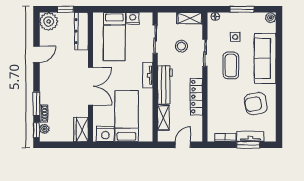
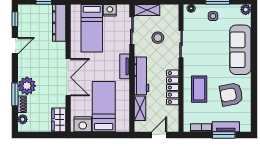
shelving: (190, 18) -> (147, 10), moved
plant: (49, 21) -> (27, 86), moved
side table: (235, 37) -> (213, 16), moved
coffee table: (231, 66) -> (199, 89), moved
window: (36, 130) -> (15, 19), moved

